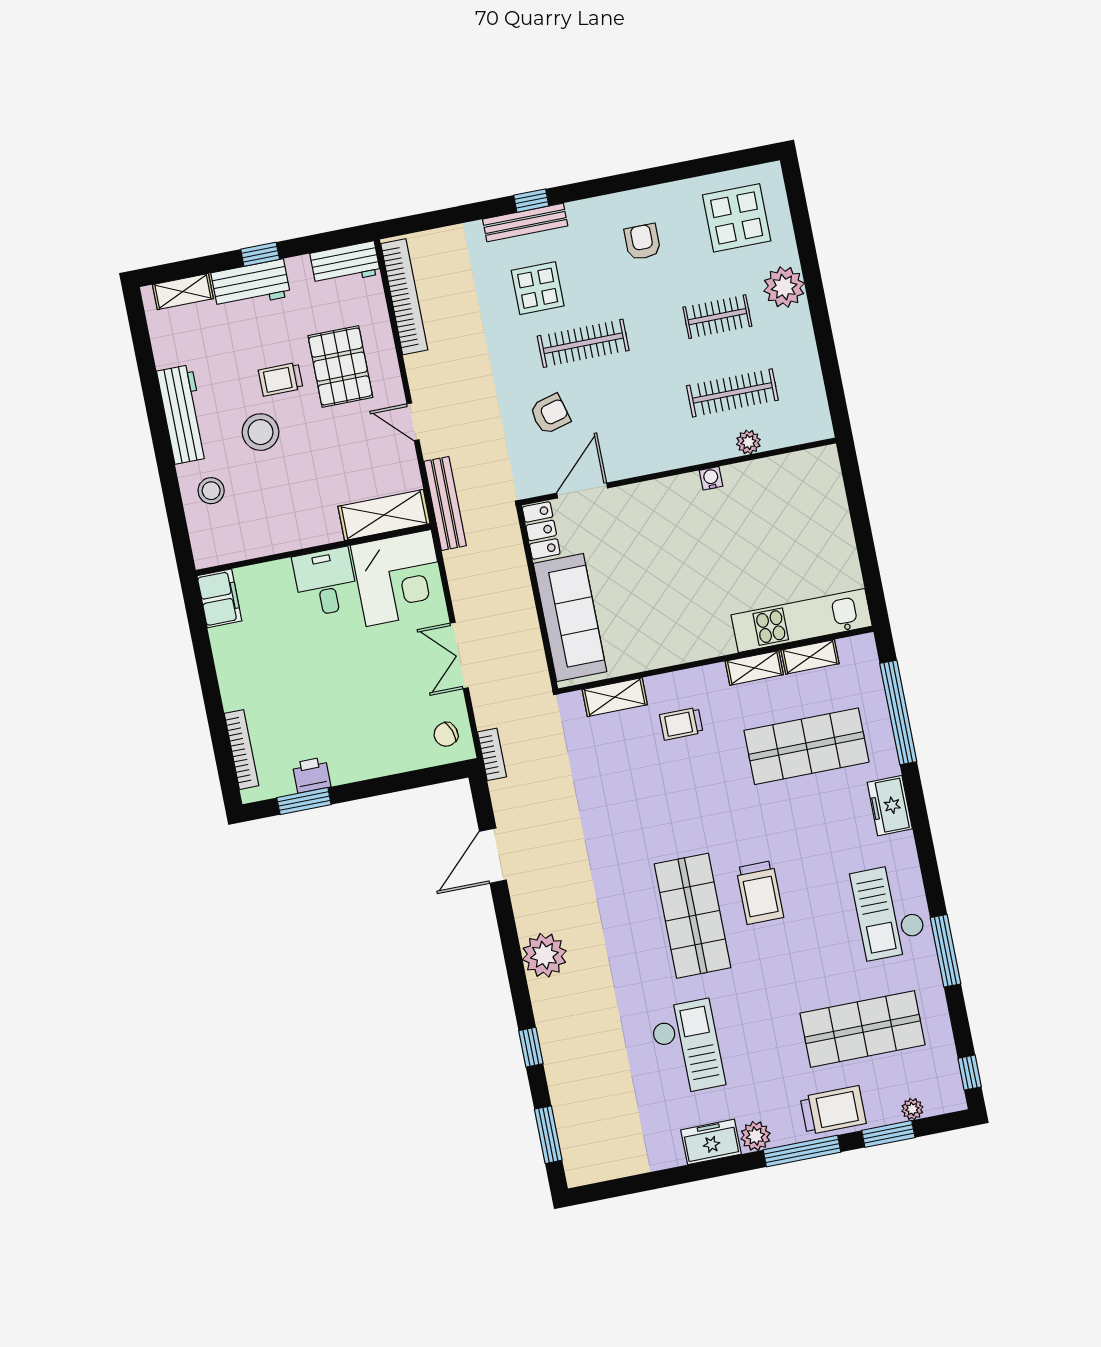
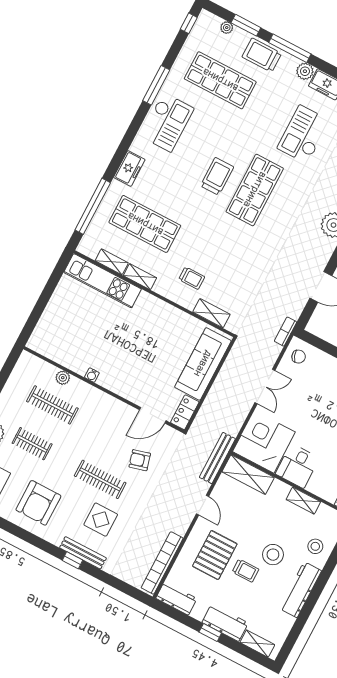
armchair: (642, 242) -> (38, 503), width x1.88, depth x1.88
shelving: (279, 541) -> (303, 501), added

